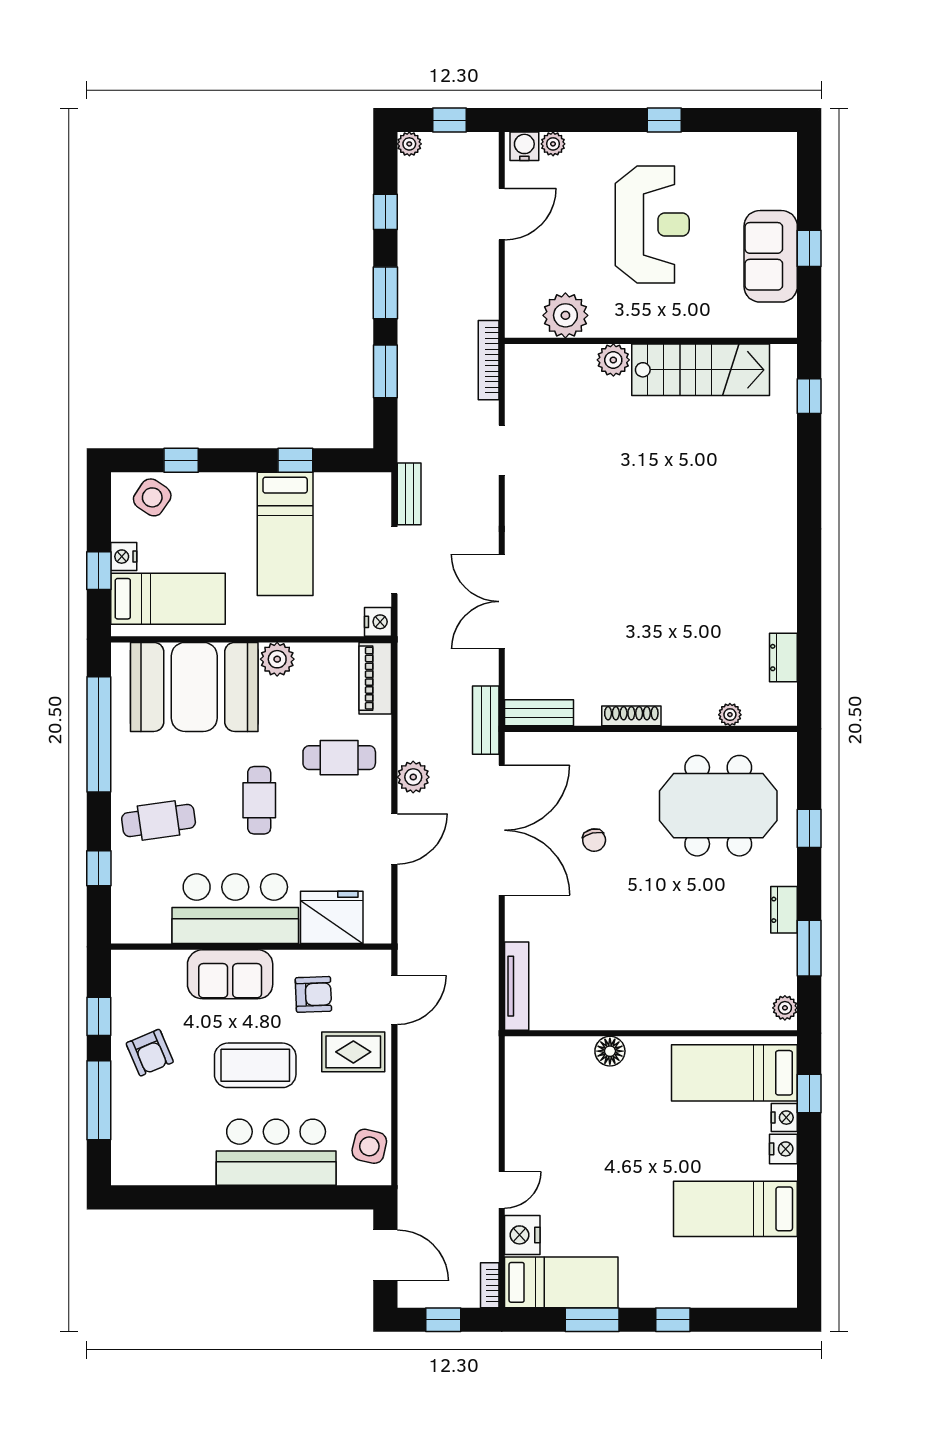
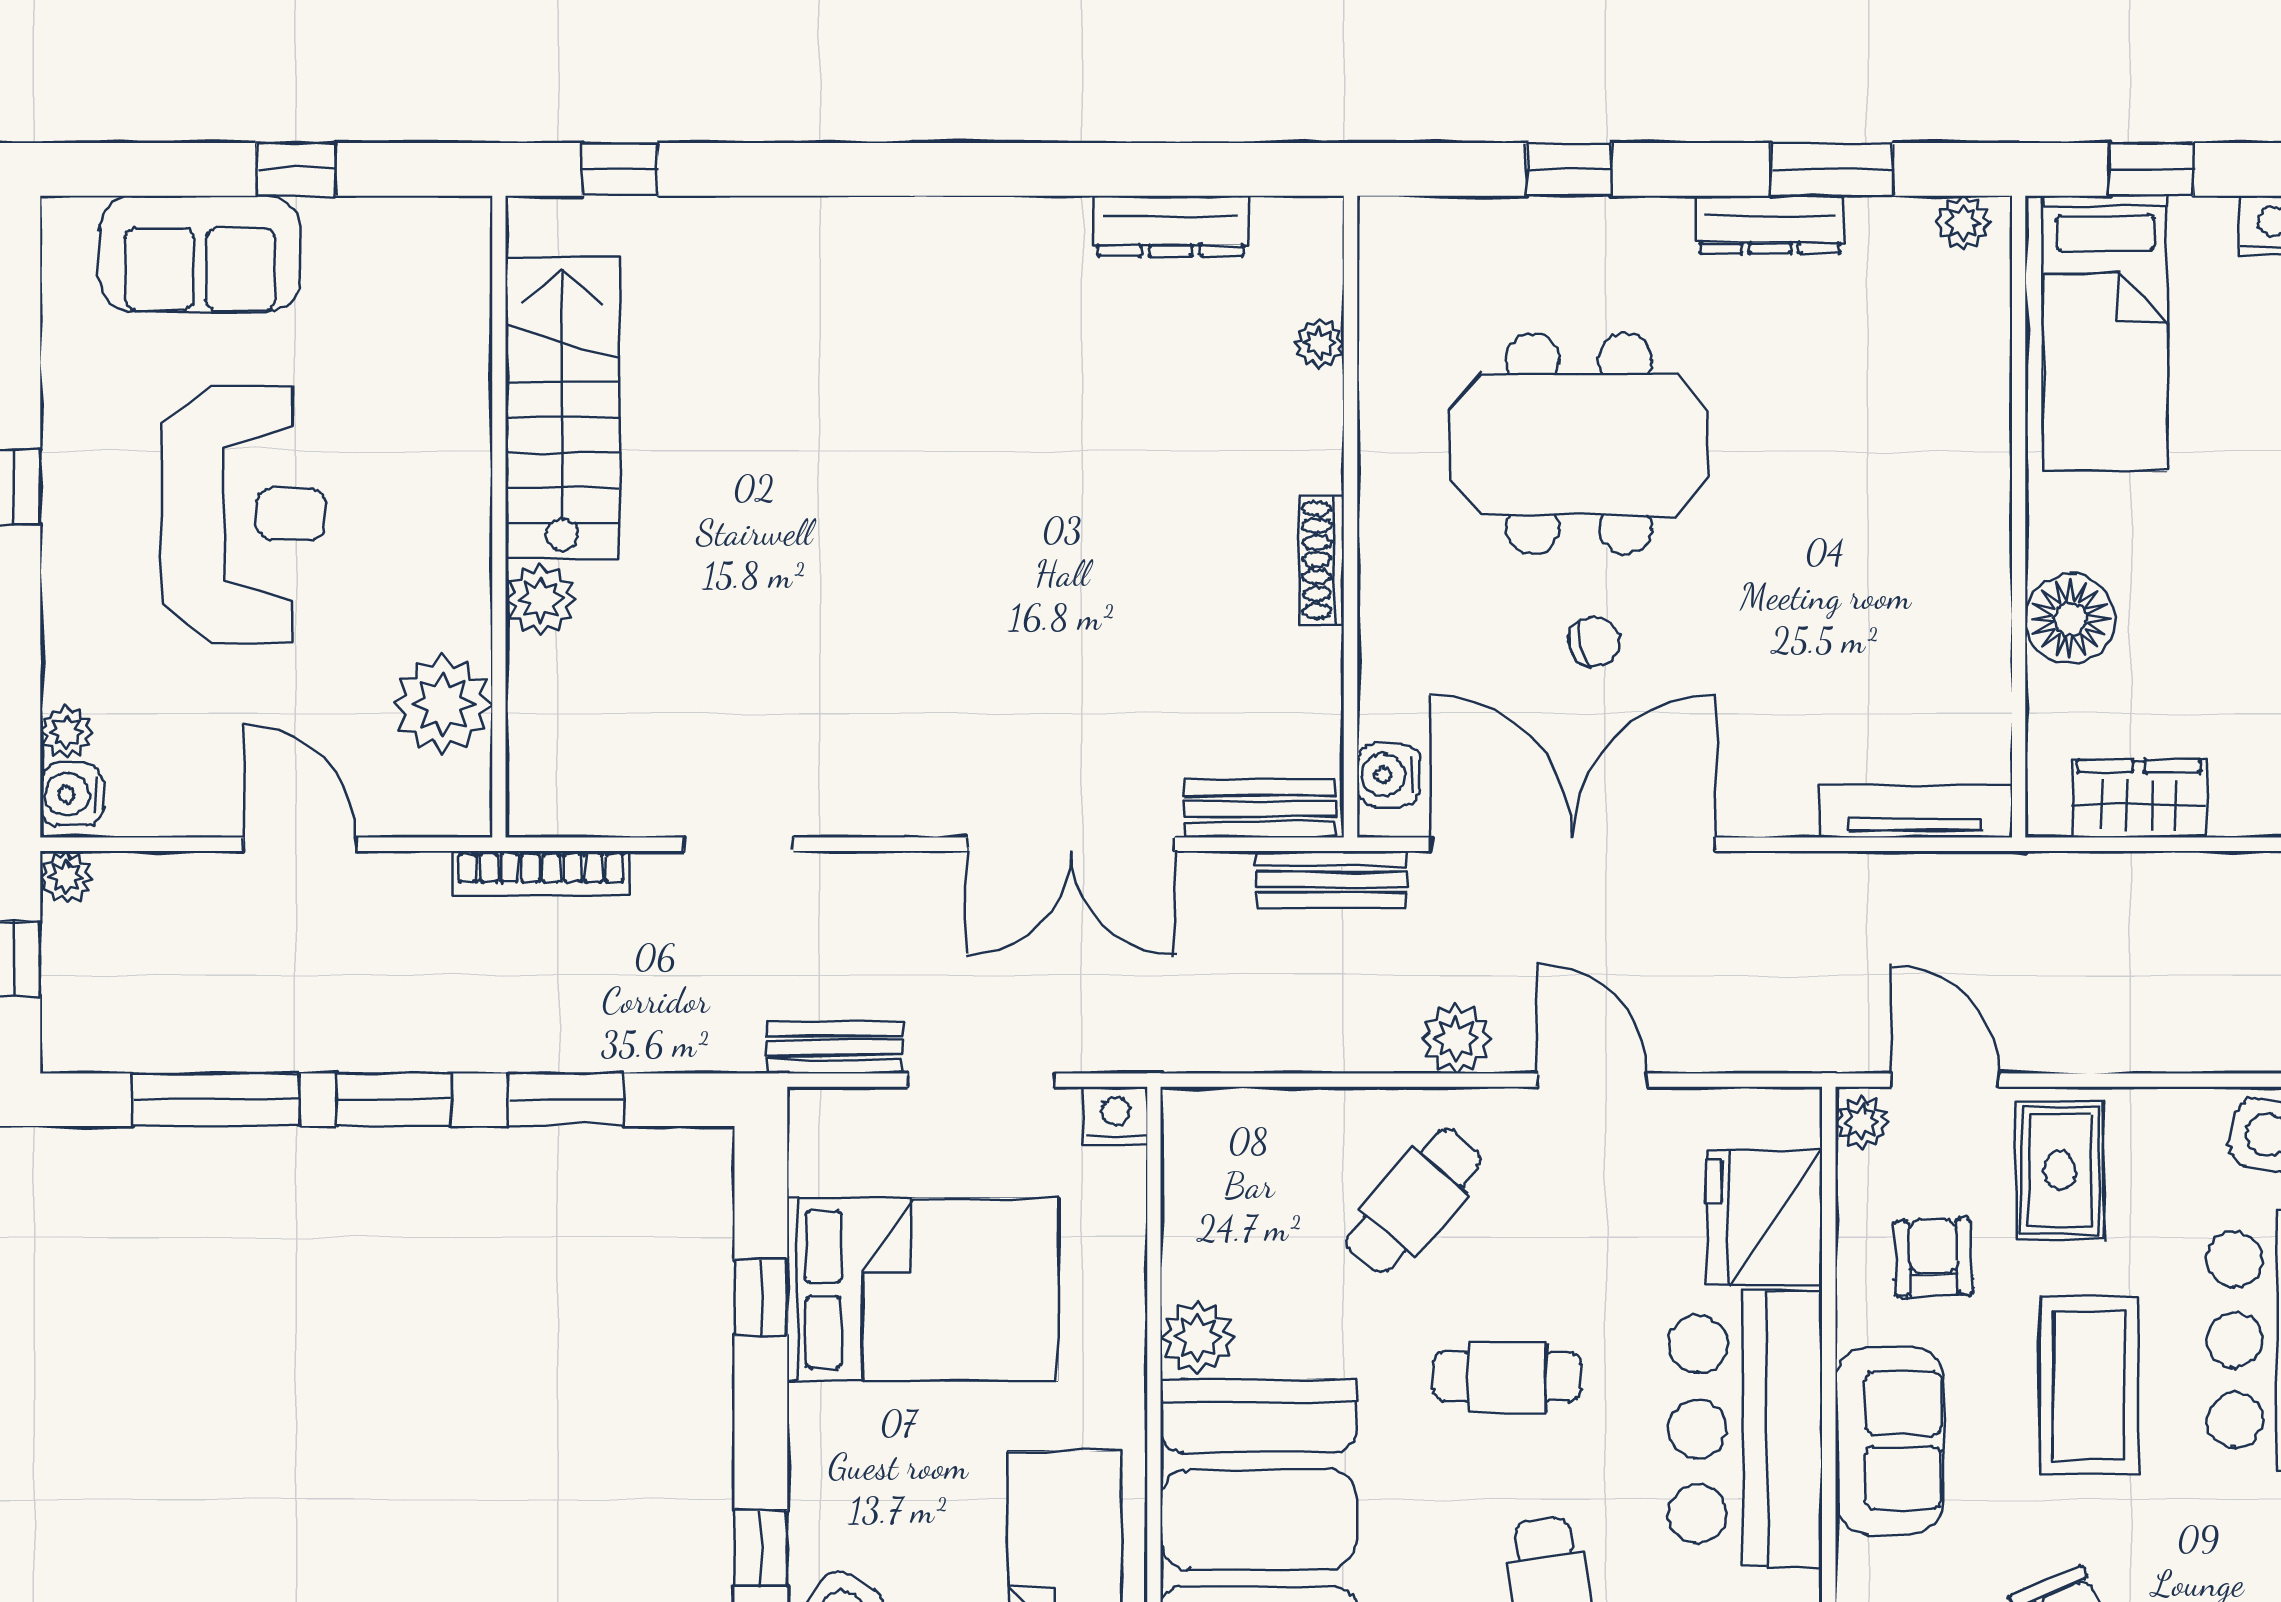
plant: (409, 144) -> (67, 877), moved
window: (385, 212) -> (216, 1100), width x2.17
door: (502, 214) -> (300, 844), moved
reception desk: (652, 225) -> (243, 514), turned 90
sofa: (771, 256) -> (200, 254), moved
bed: (285, 534) -> (923, 1289), width x1.50
dresser: (783, 658) -> (1171, 226), width x1.44
piano: (375, 678) -> (1239, 1122), removed
bench: (539, 713) -> (1260, 809), moved, turned 90
water cooler: (533, 746) -> (1388, 775), added
cafe table: (339, 758) -> (1414, 1201), turned 41
meeting table: (718, 806) -> (1579, 444), moved, turned 90
dresser: (784, 910) -> (1770, 225), width x1.44
plant: (375, 962) -> (1862, 1123), added
floor lamp: (610, 1051) -> (2070, 619), width x1.38, depth x1.38
wardrobe: (522, 1088) -> (2139, 799), added
nightstand: (784, 1118) -> (2204, 224), removed

